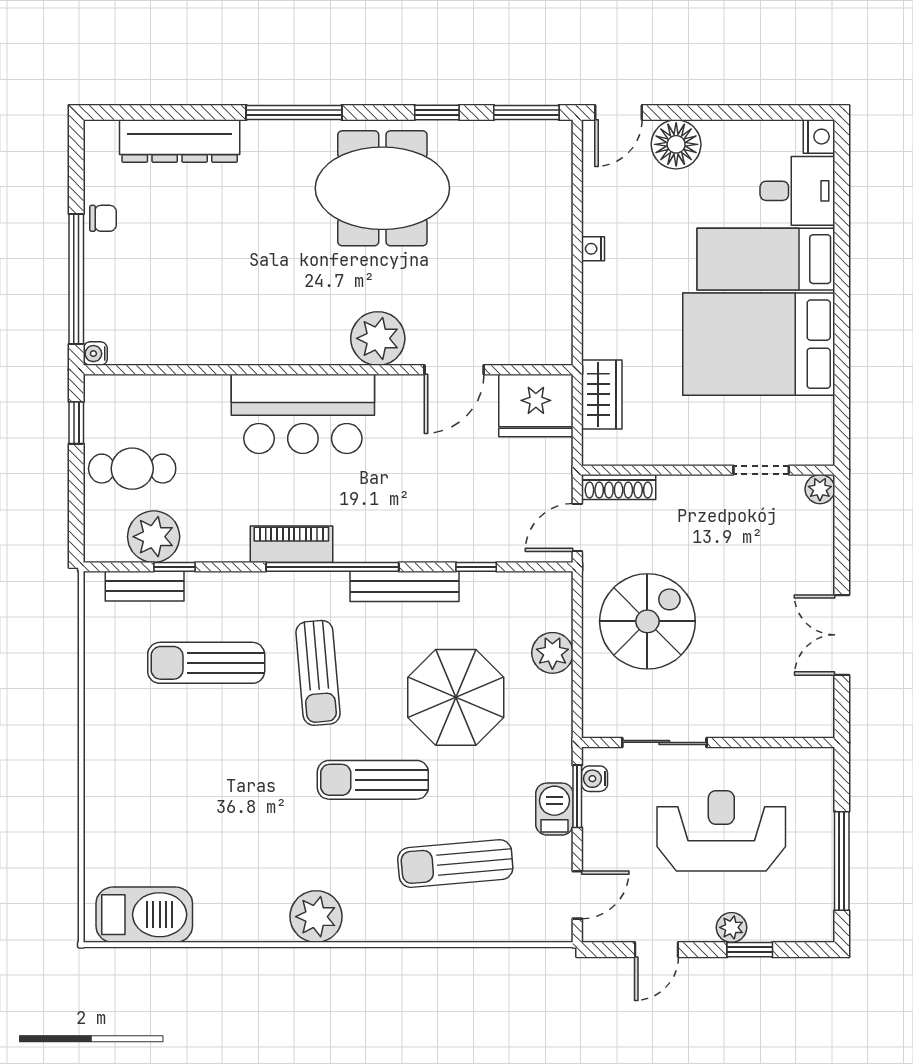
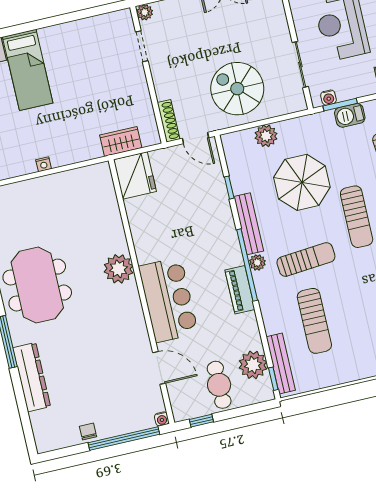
dresser: (180, 141) -> (32, 377), moved
bed: (759, 344) -> (74, 63), removed
door: (454, 370) -> (159, 368), moved
window: (175, 567) -> (273, 379), moved
bench: (145, 586) -> (281, 364), width x1.36
plant: (332, 586) -> (257, 262), added

